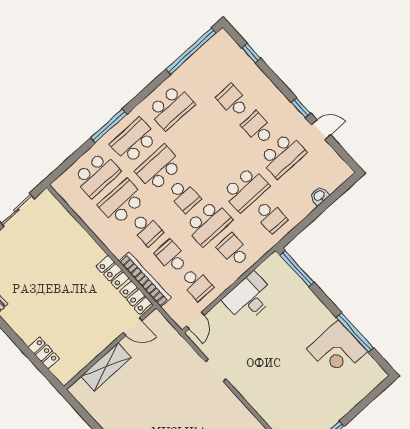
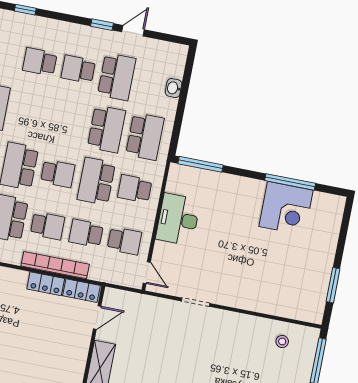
school desk: (271, 217) -> (145, 137), width x1.85
school desk: (209, 223) -> (96, 181), turned 180
bookcase: (145, 279) -> (55, 265), moved

